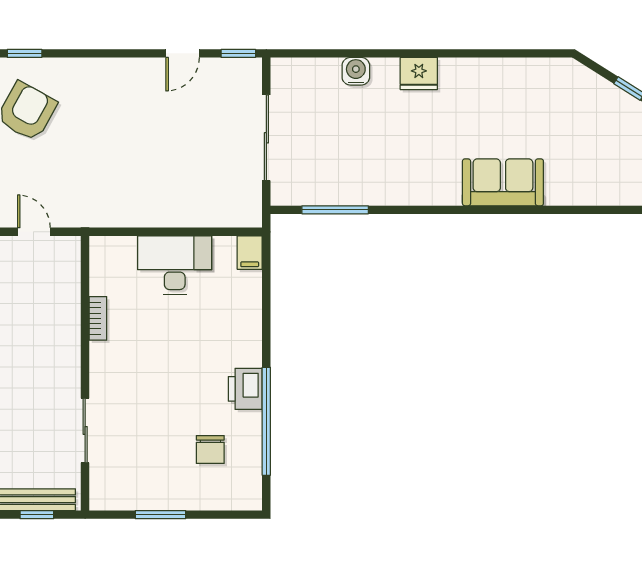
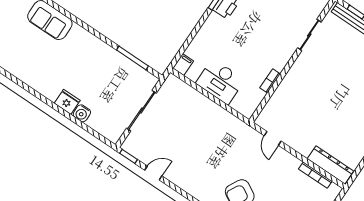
fridge: (419, 74) -> (67, 102), moved

